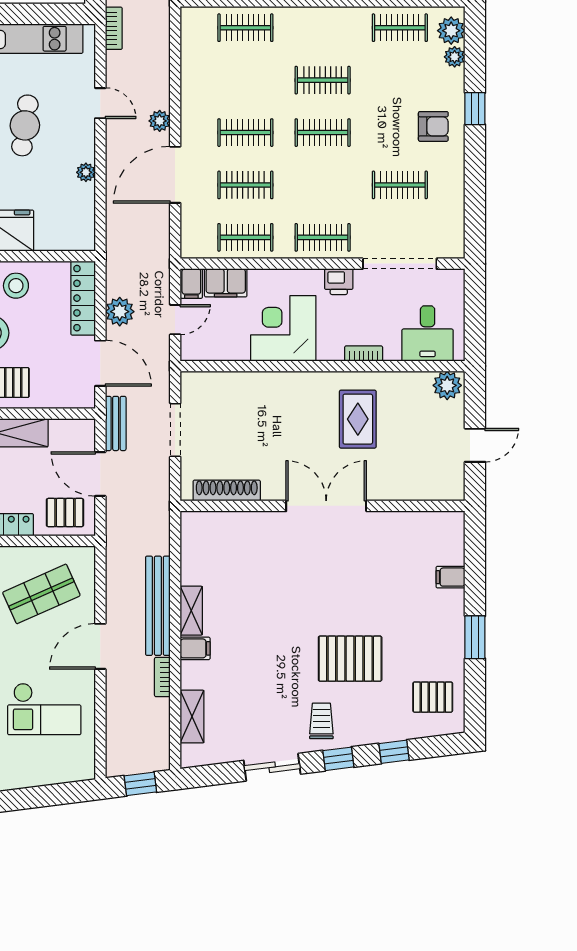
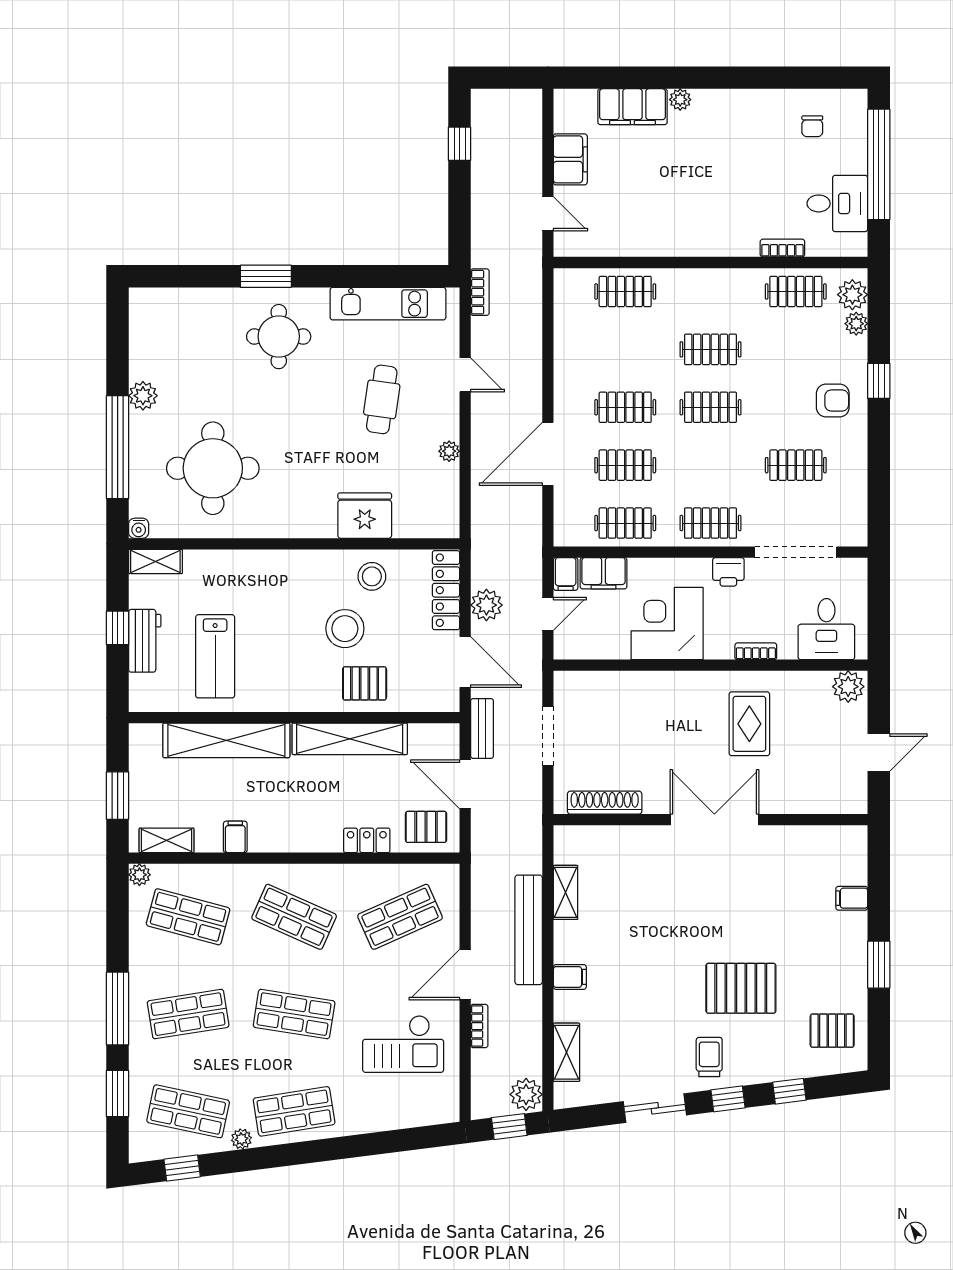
plant: (160, 121) -> (526, 1094), moved, width x1.38, depth x1.38
shelving: (191, 611) -> (565, 892), moved
bookcase: (162, 677) -> (479, 1026), moved, turned 180

